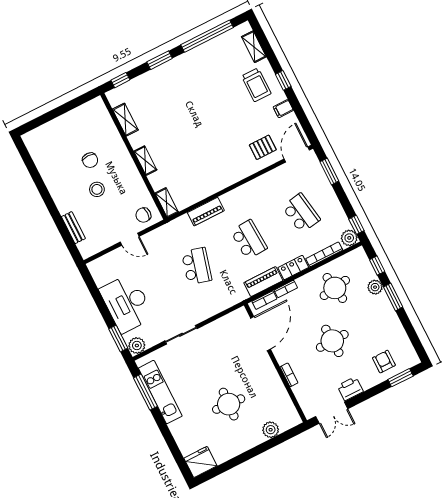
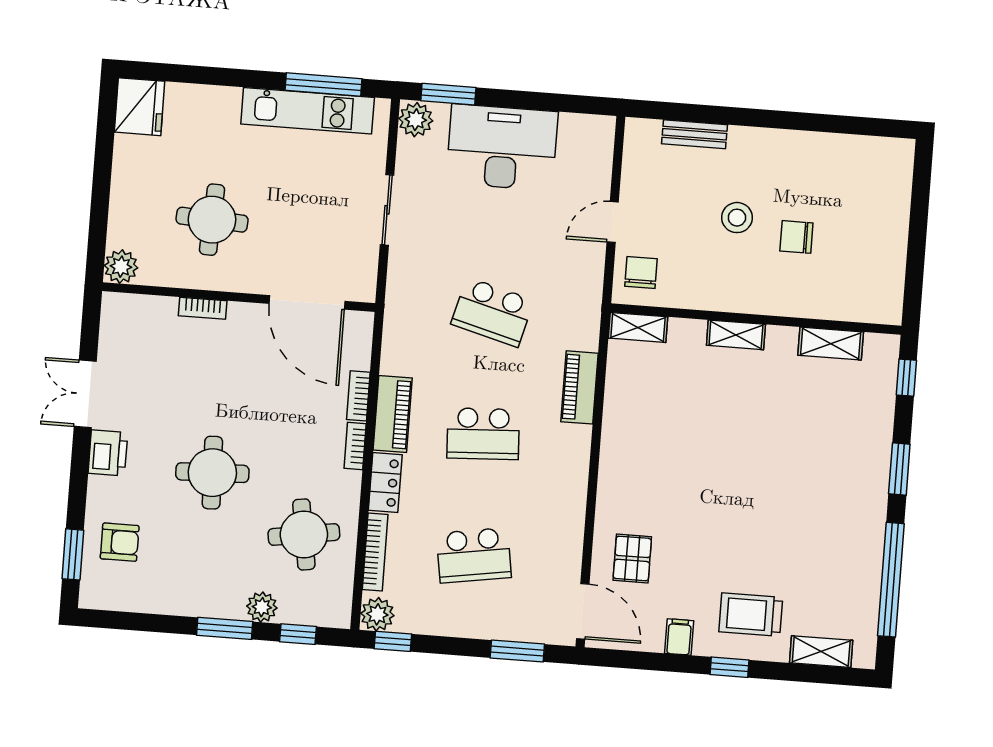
door: (261, 334) -> (307, 302), moved
wall: (275, 363) -> (239, 297), moved
bookcase: (289, 375) -> (203, 308), moved

